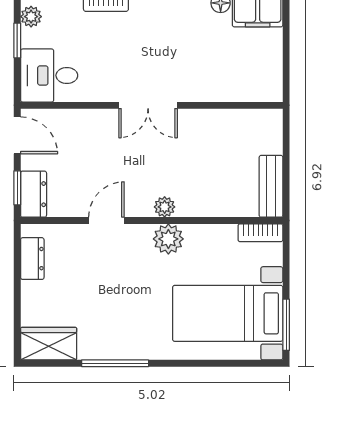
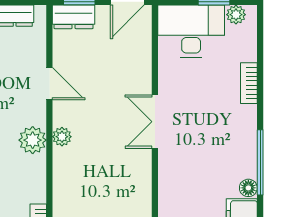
desk: (49, 75) -> (191, 31), width x1.37

